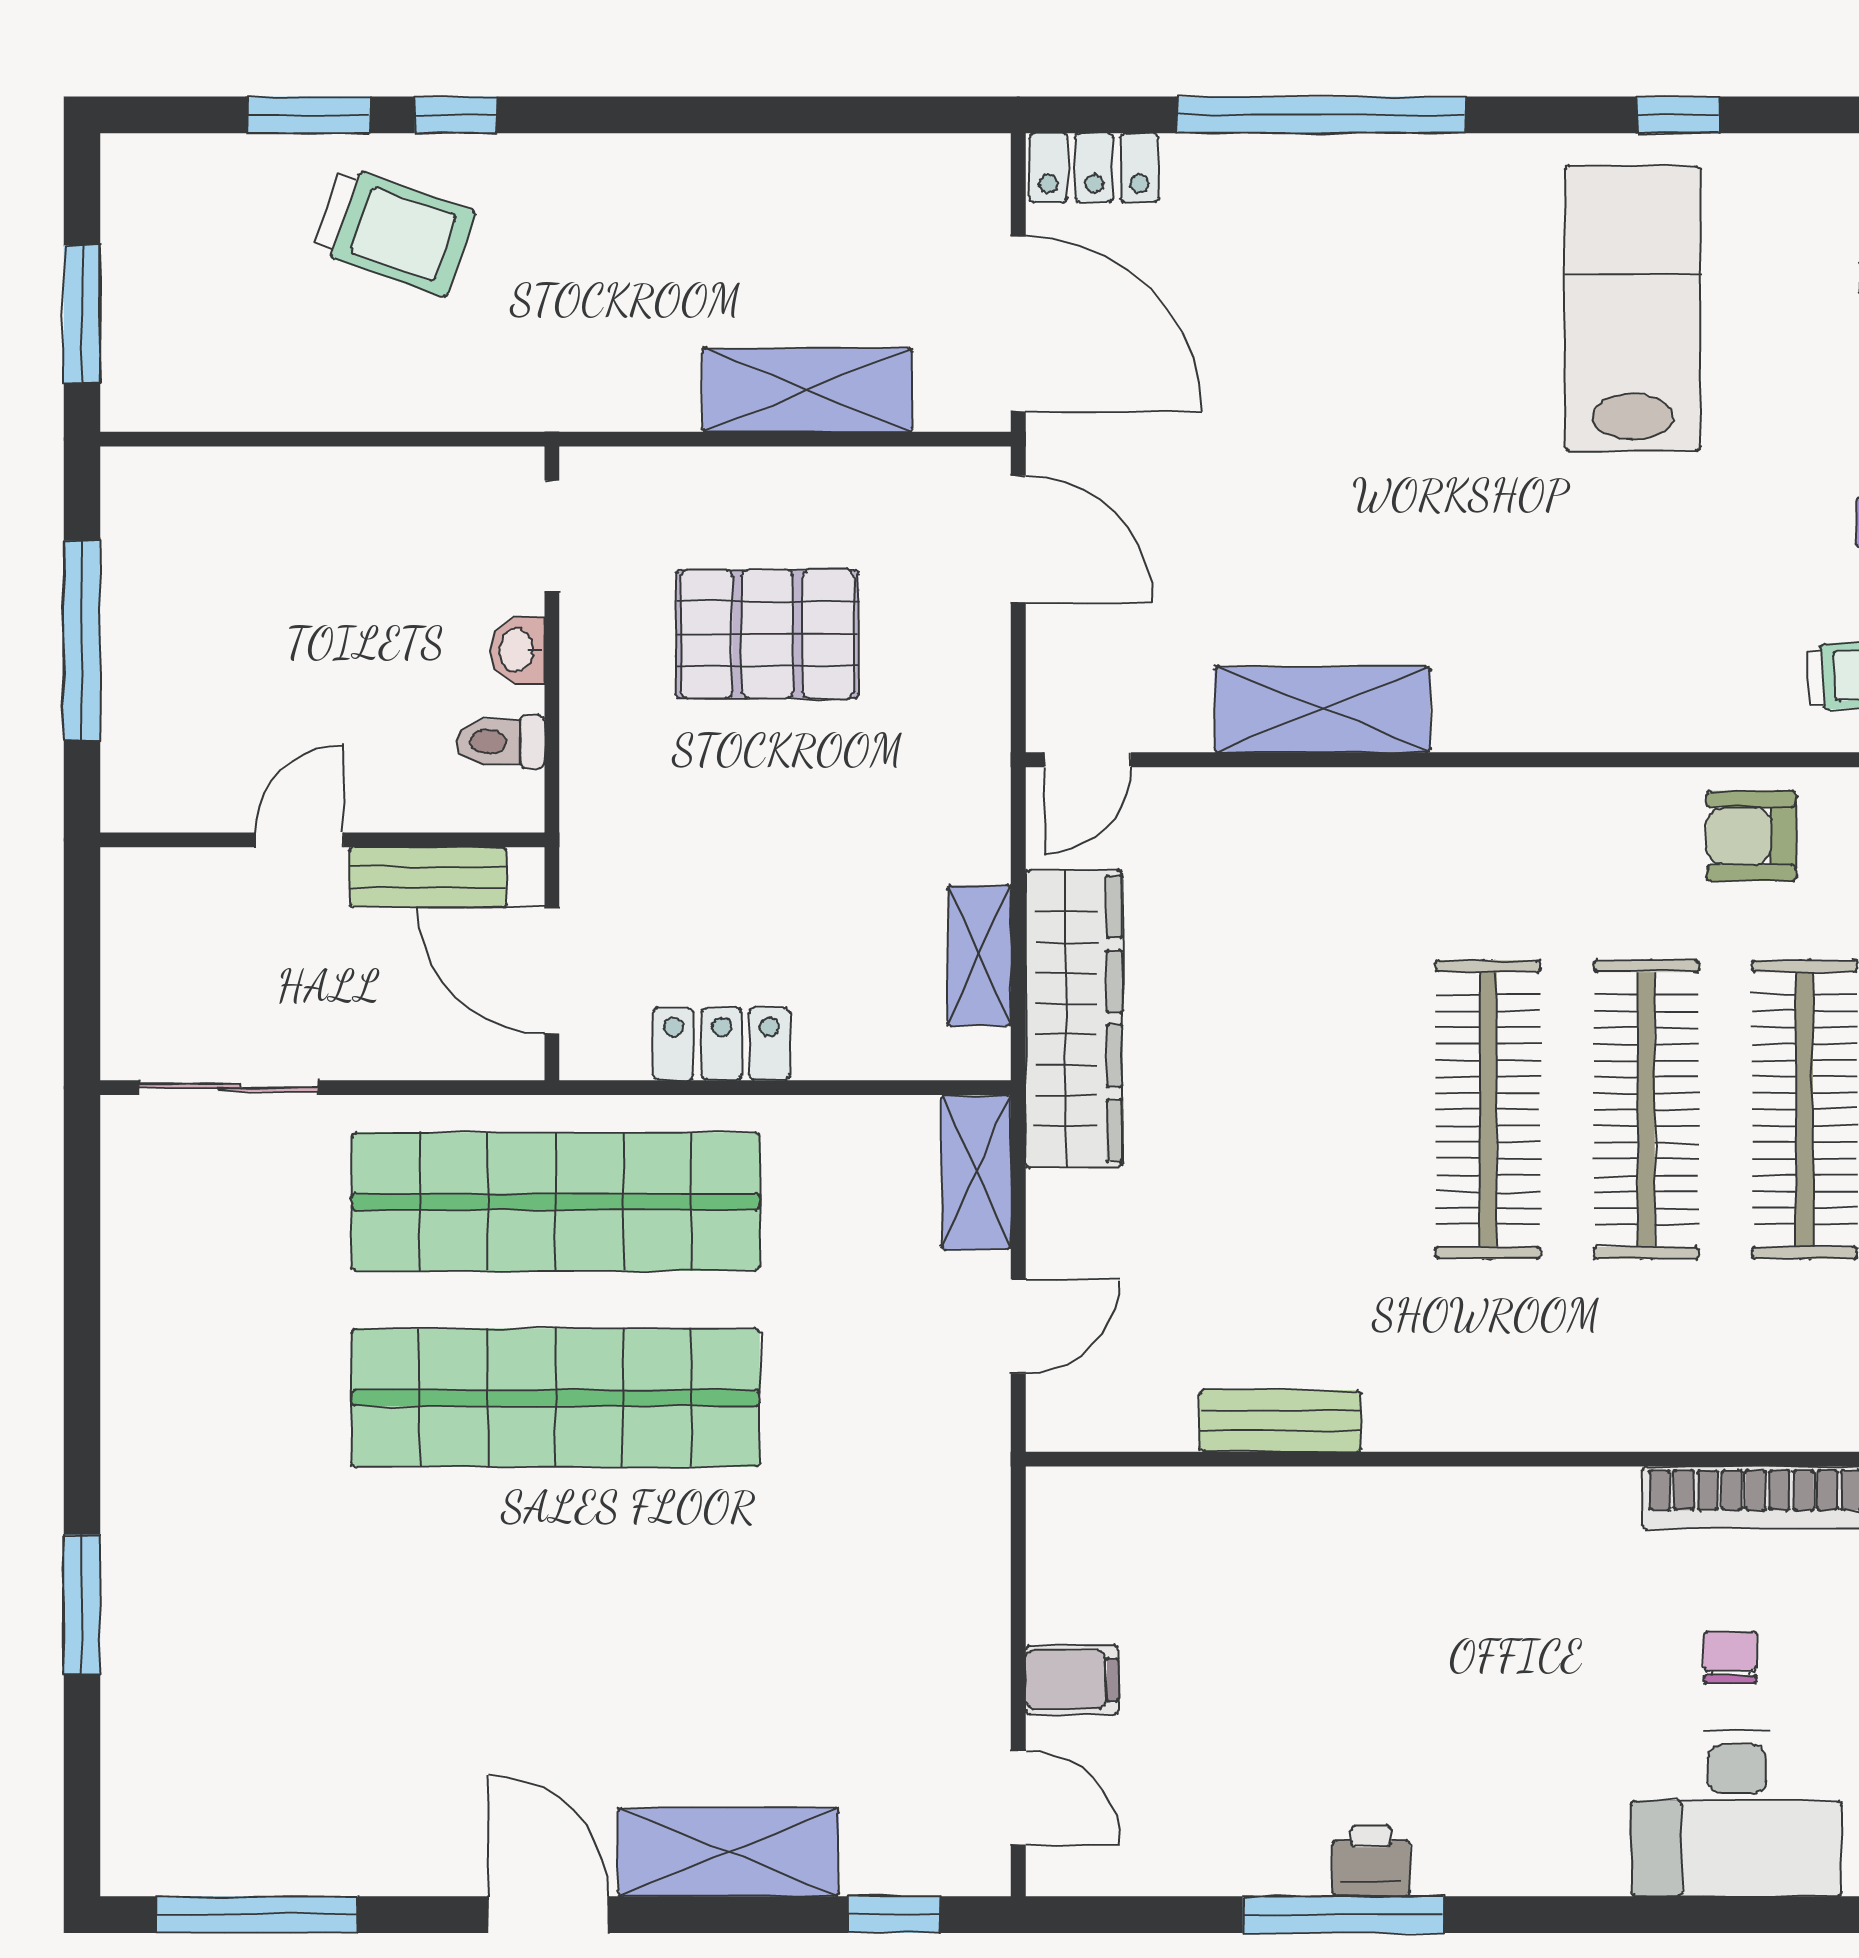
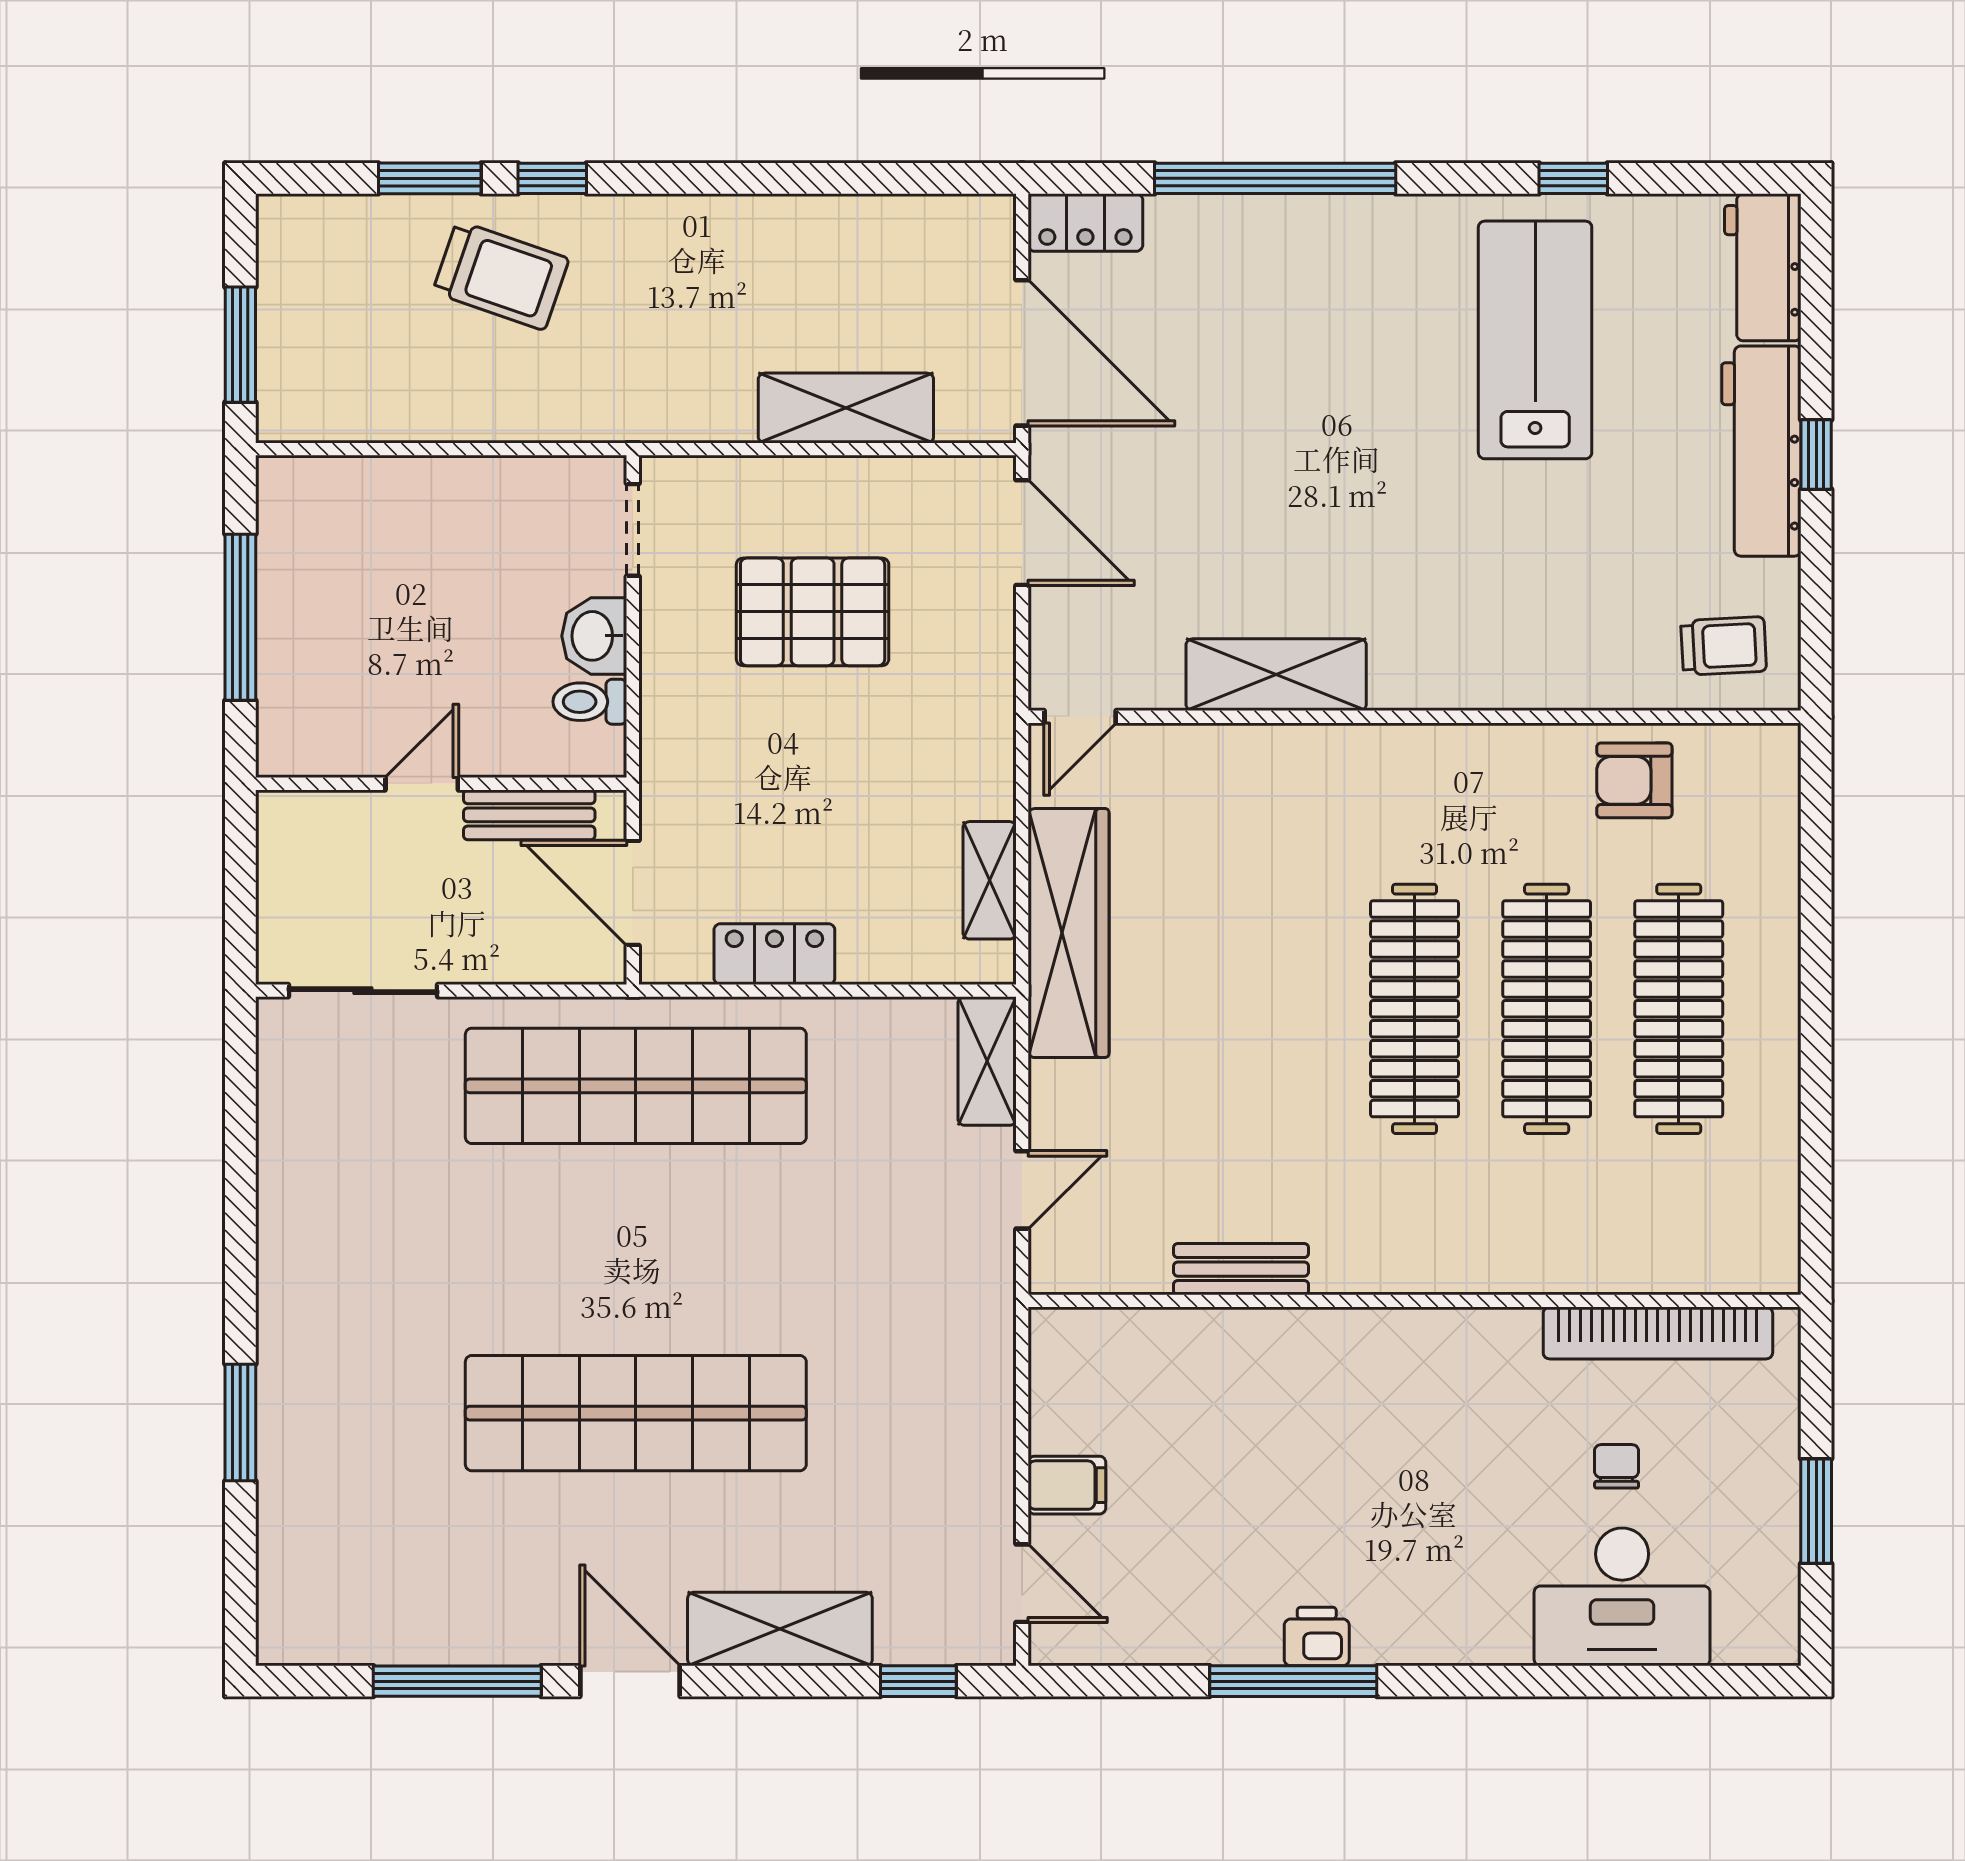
washbasin: (518, 650) -> (594, 636), width x1.38, depth x1.45
shop shelf: (556, 1398) -> (636, 1413), moved
window: (257, 1915) -> (457, 1681), moved

